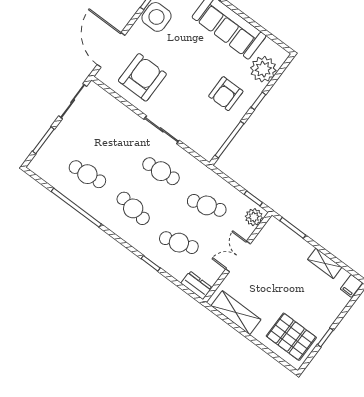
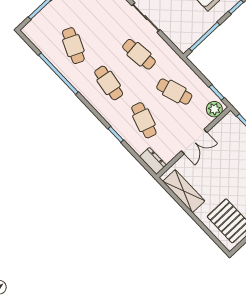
cafe table: (87, 174) -> (73, 46), turned 30
cafe table: (179, 243) -> (144, 120), turned 36
double door: (238, 256) -> (194, 142), swing flipped

